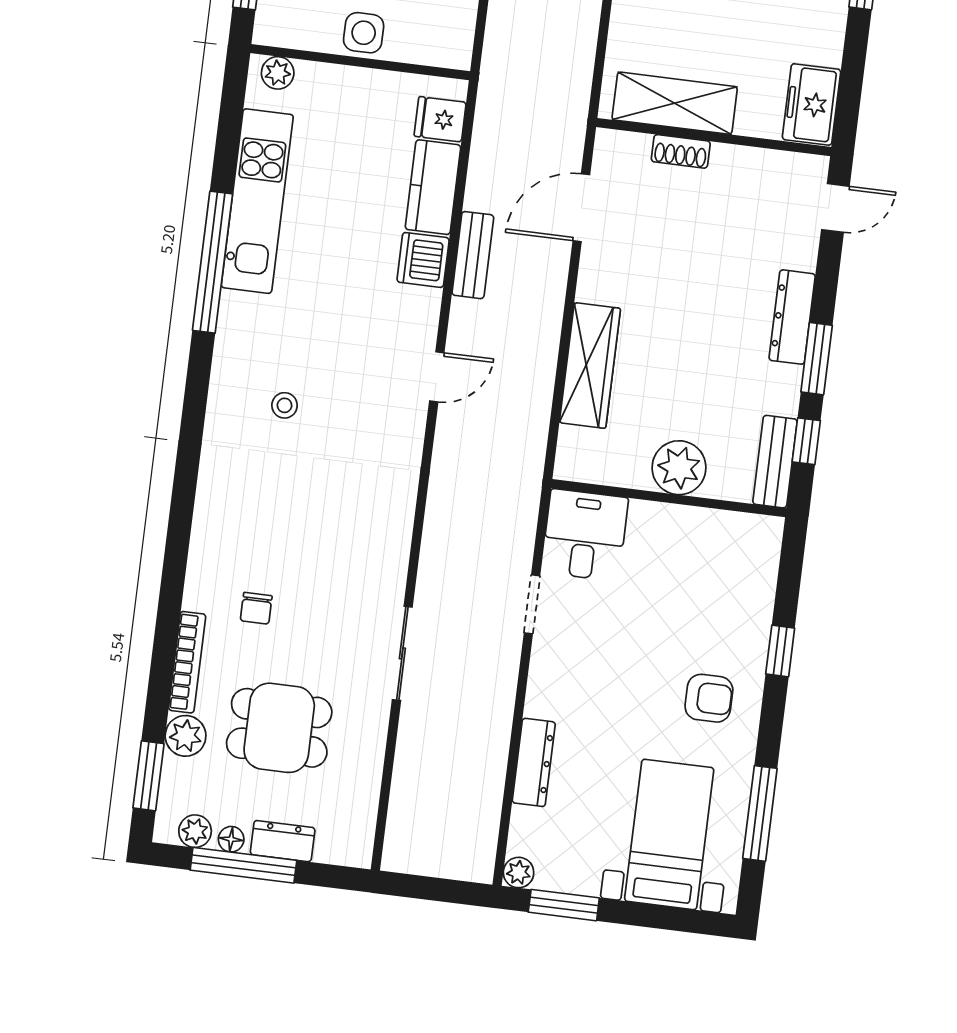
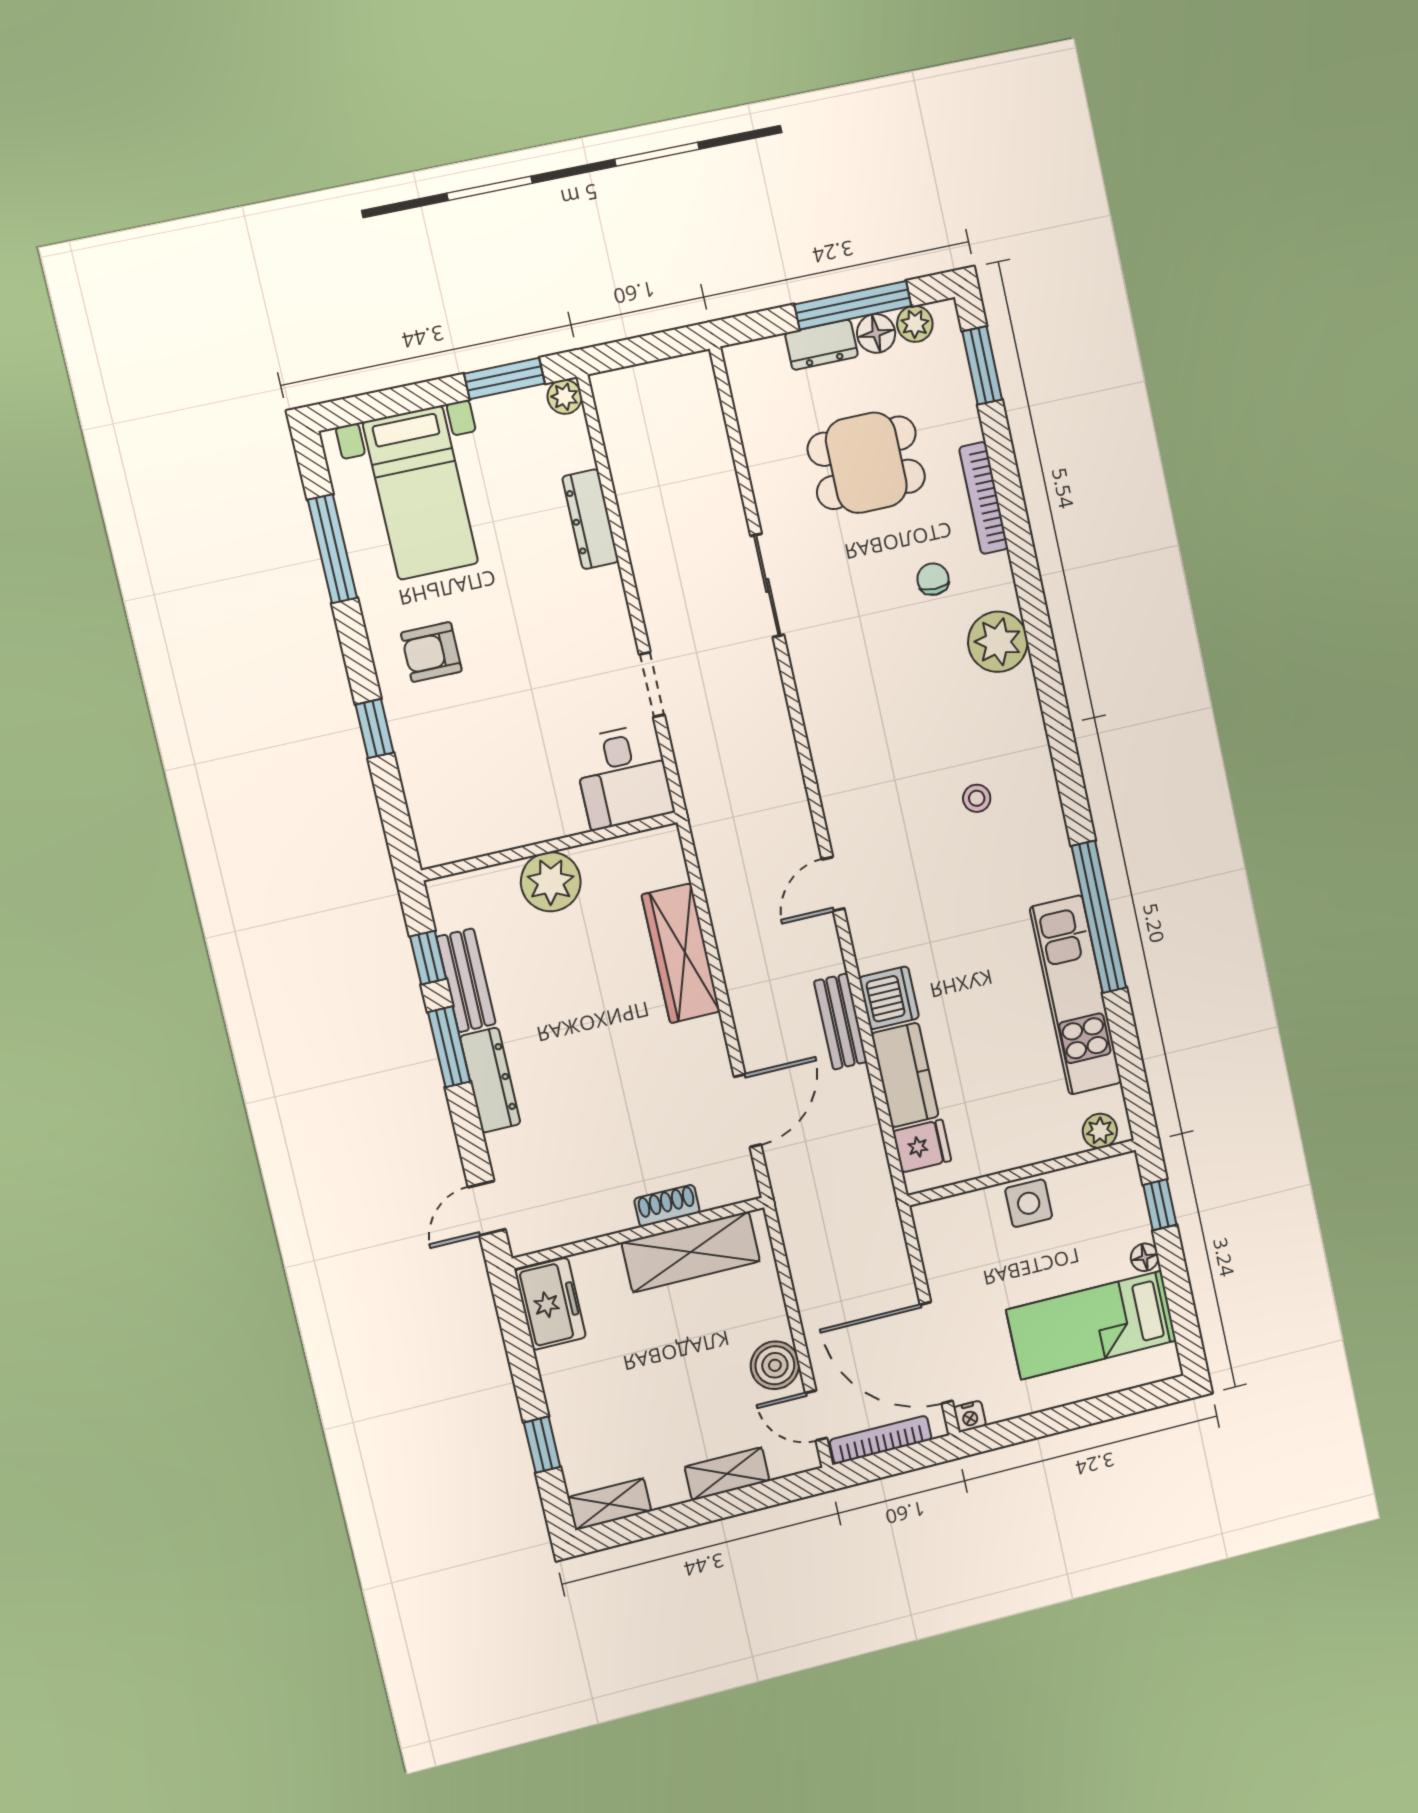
bench: (775, 462) -> (466, 980), moved
plant: (186, 736) -> (998, 642), moved, width x1.36, depth x1.36
floor lamp: (231, 839) -> (876, 333), width x1.37, depth x1.37

